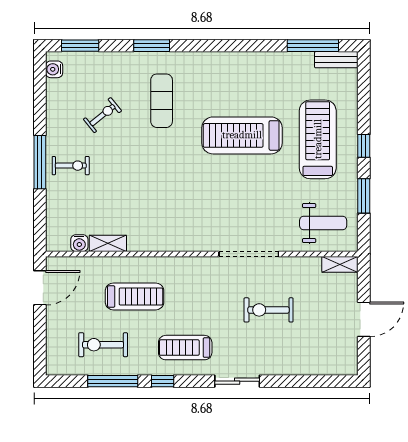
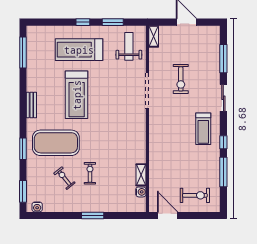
bench: (336, 60) -> (31, 105), moved
exercise mat: (162, 101) -> (56, 143), width x2.00, depth x1.45
window: (40, 162) -> (93, 215), width x0.69
exercise bike: (71, 166) -> (90, 173), moved
treadmill: (135, 296) -> (173, 159), removed
exercise bike: (103, 345) -> (195, 195), moved, turned -90
window: (303, 381) -> (223, 59), added

